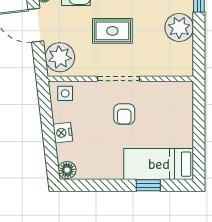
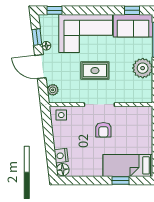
plant: (60, 57) -> (53, 90), width x0.53, depth x0.53
nightstand: (63, 133) -> (61, 156), moved

